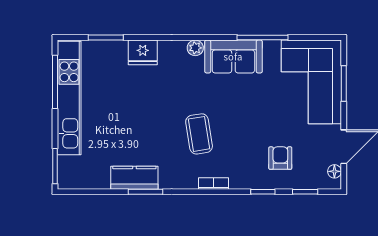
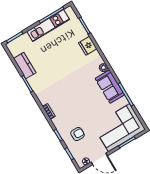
kitchen unit: (69, 98) -> (48, 25), width x0.73
coffee table: (199, 134) -> (67, 92), removed
kitchen counter: (134, 178) -> (25, 66), moved

